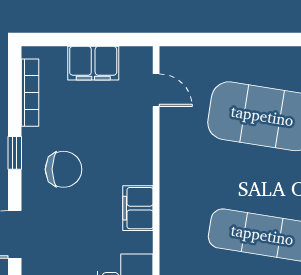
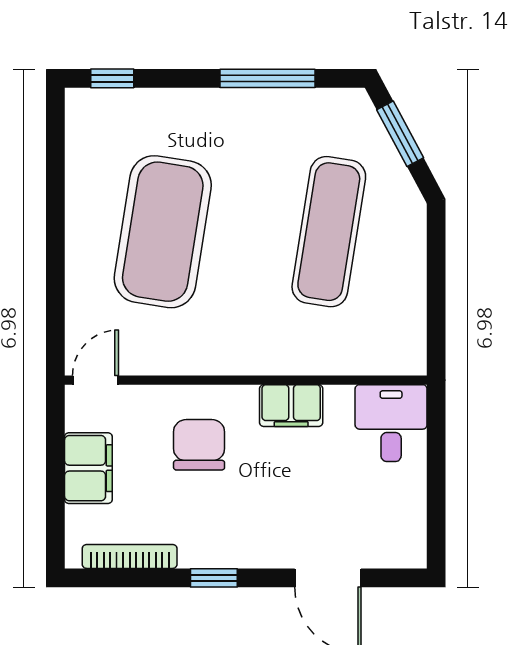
door: (156, 90) -> (95, 380), moved
chair: (64, 169) -> (199, 445), moved

